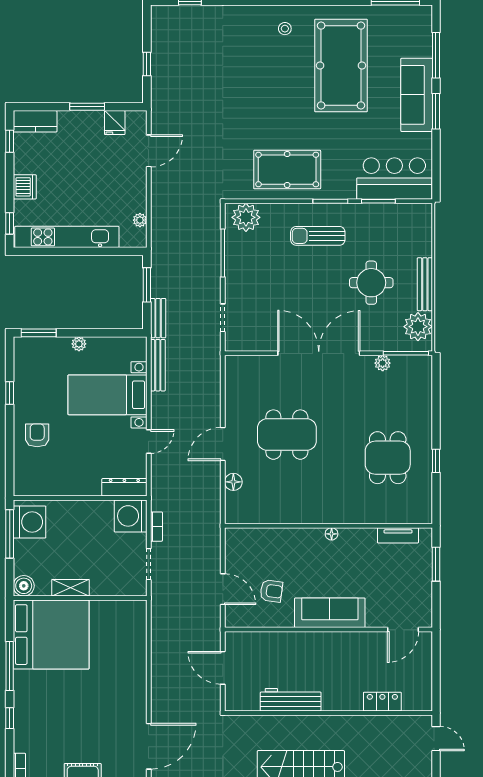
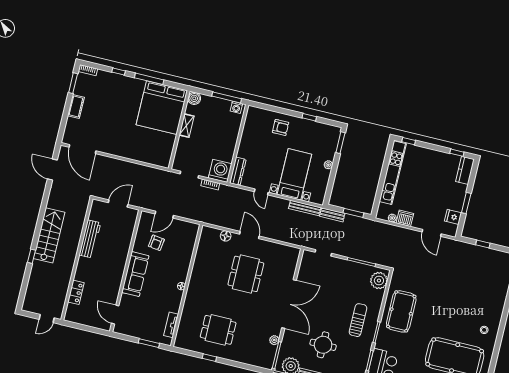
dishwasher: (25, 187) -> (405, 218), moved, turned 180
washing machine: (30, 522) -> (236, 107), width x0.53, depth x0.53

